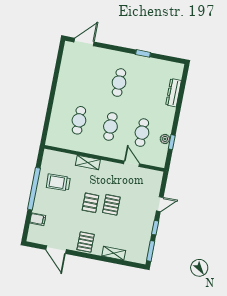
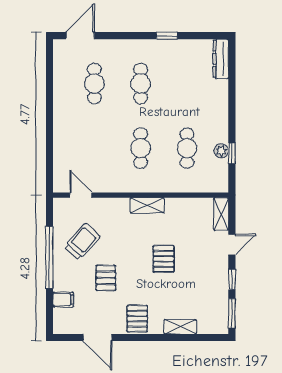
dresser: (174, 93) -> (221, 59), moved
cafe table: (79, 120) -> (94, 83), moved
shelving: (88, 162) -> (147, 205), moved
door: (132, 164) -> (81, 195), moved
trolley: (58, 182) -> (82, 242), turned 134
shelving: (156, 182) -> (221, 214), added
pallet: (90, 203) -> (106, 278), moved

